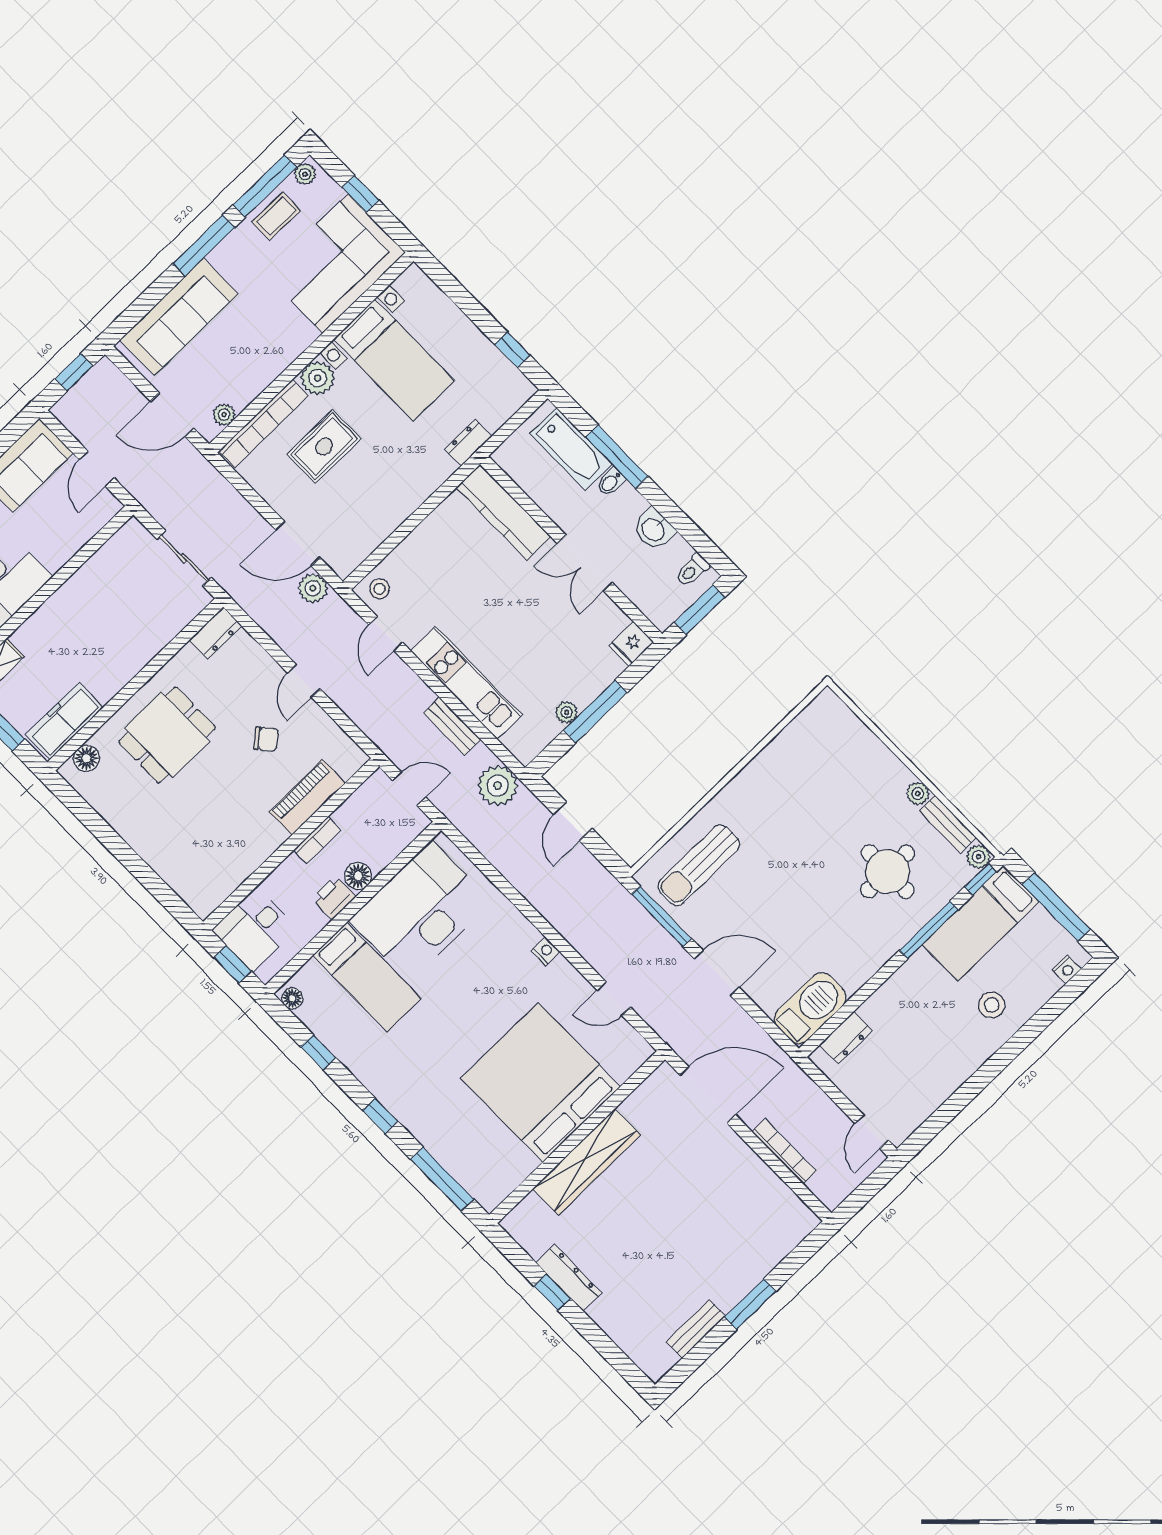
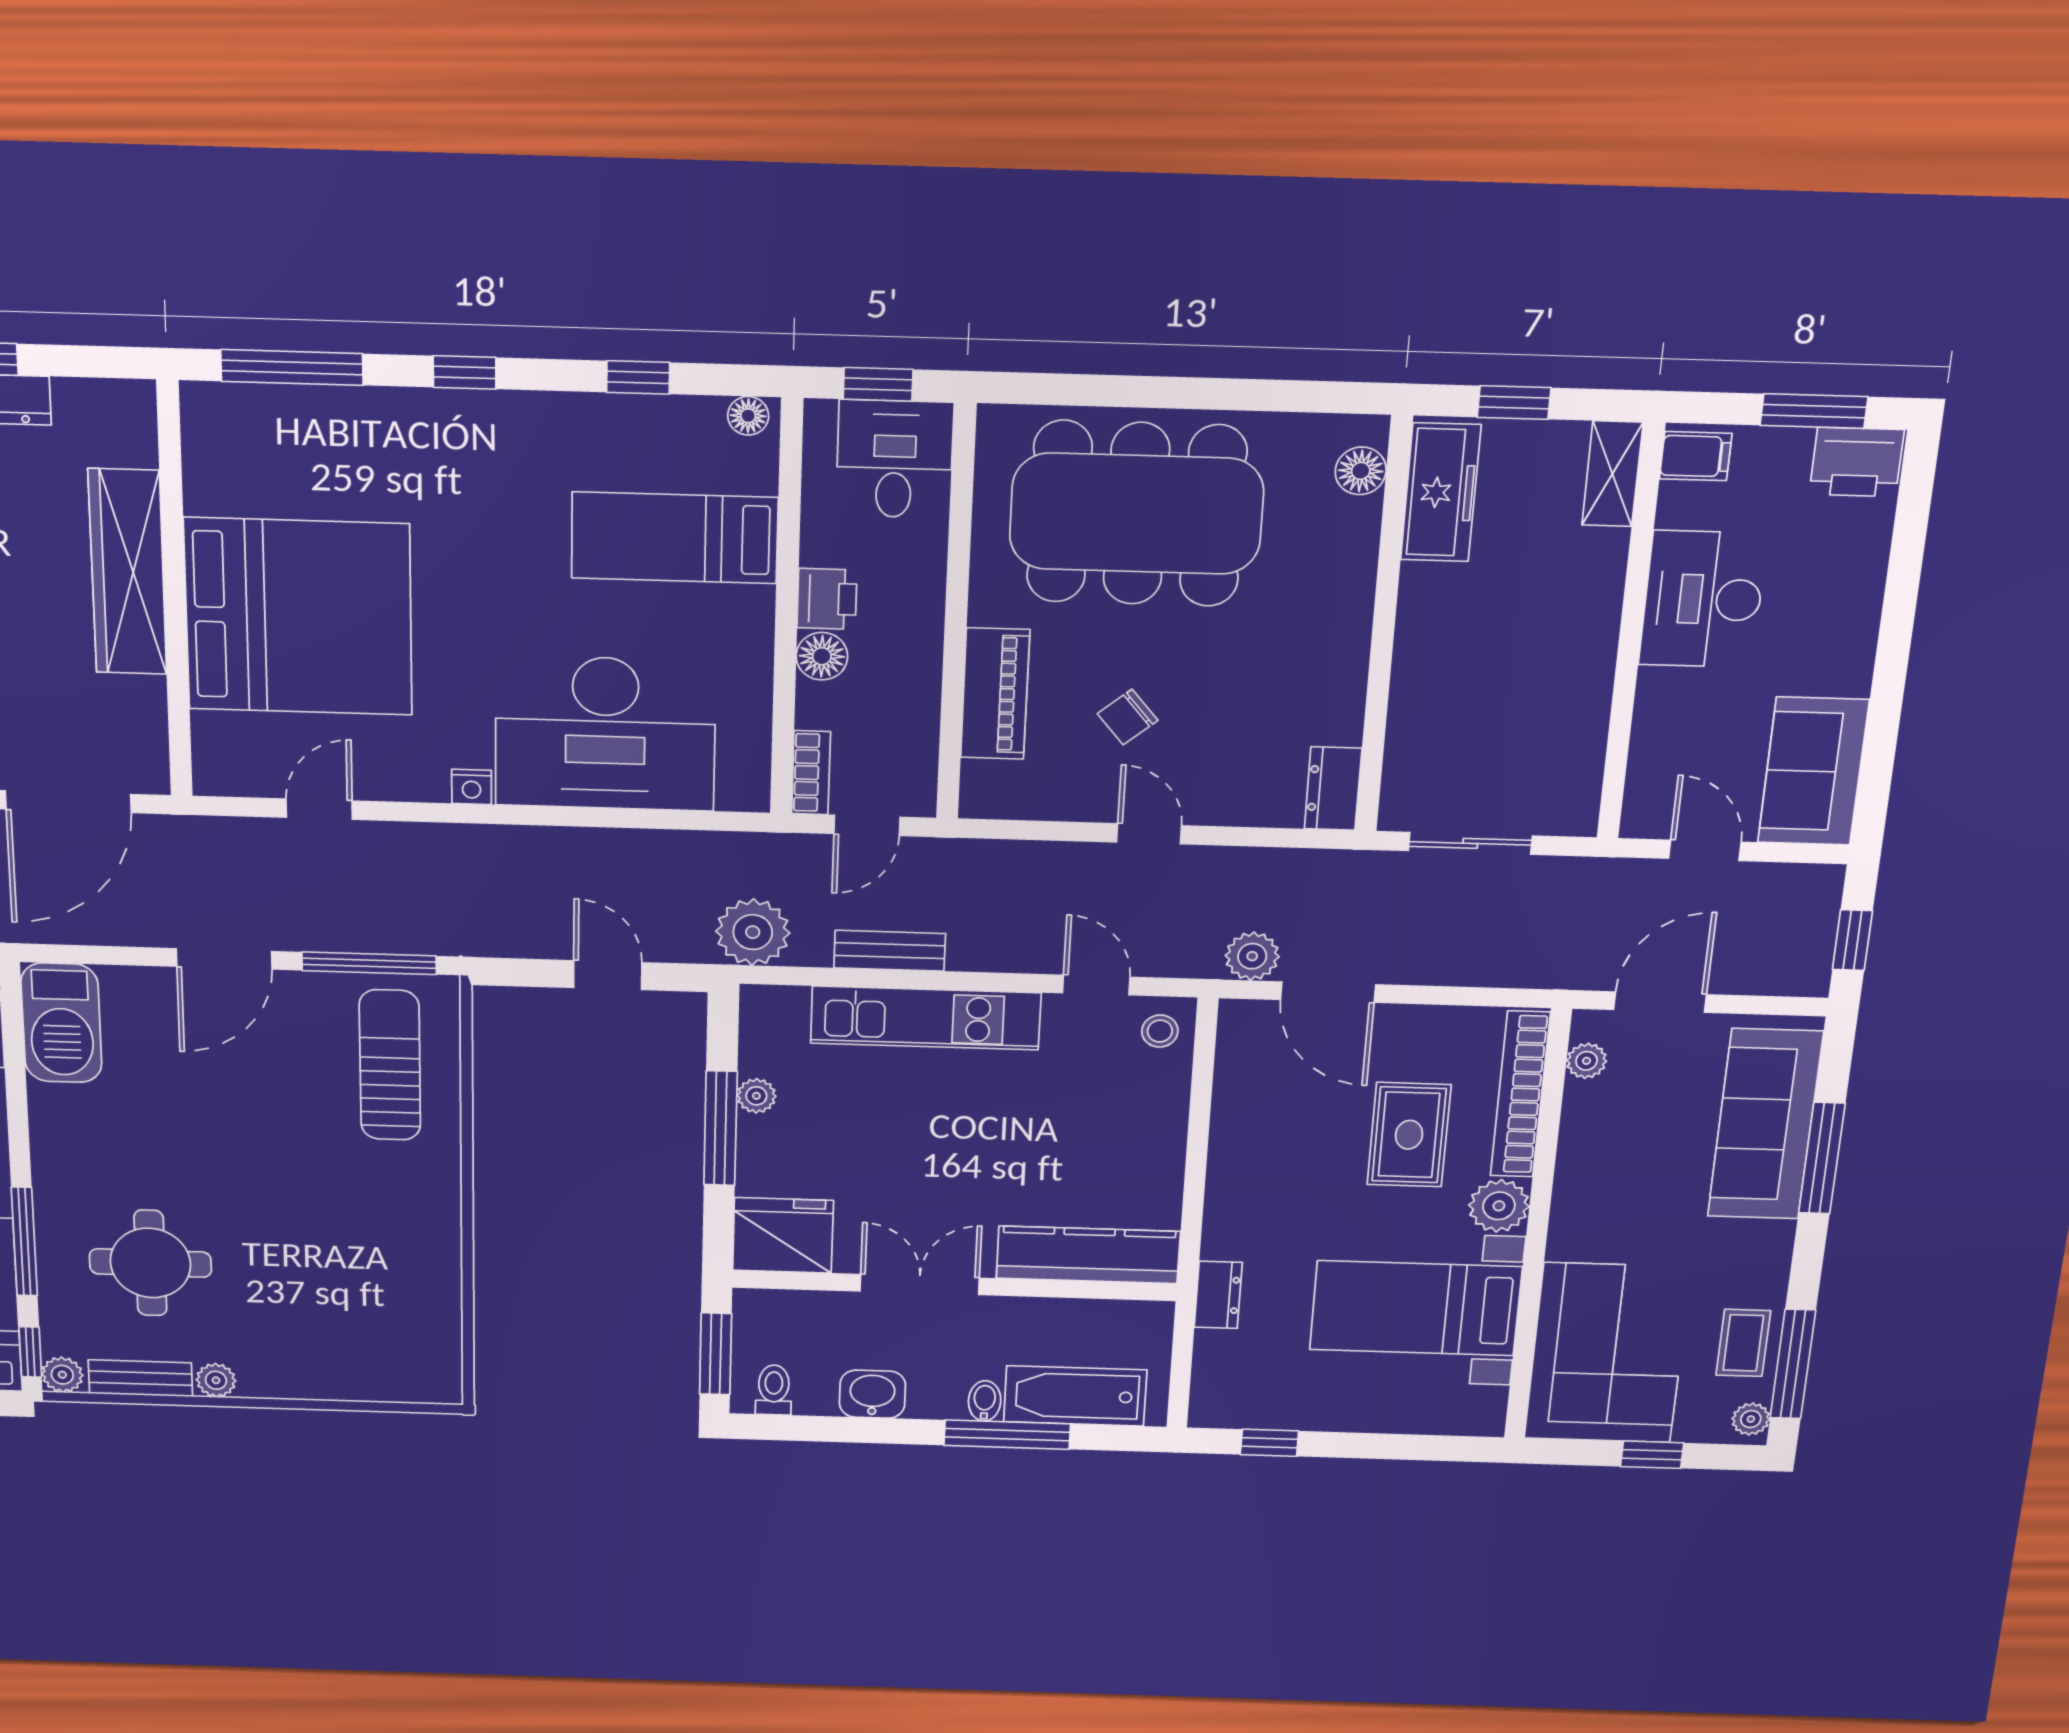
window: (204, 246) -> (1822, 1158), moved
door: (298, 544) -> (1328, 992), swing flipped
fridge: (631, 644) -> (783, 1235), width x1.88, depth x1.34
dining table: (167, 735) -> (1136, 514), moved, width x1.88, depth x1.24
bookcase: (317, 840) -> (811, 773), moved, turned 180
desk: (420, 911) -> (605, 733), moved, turned 90

